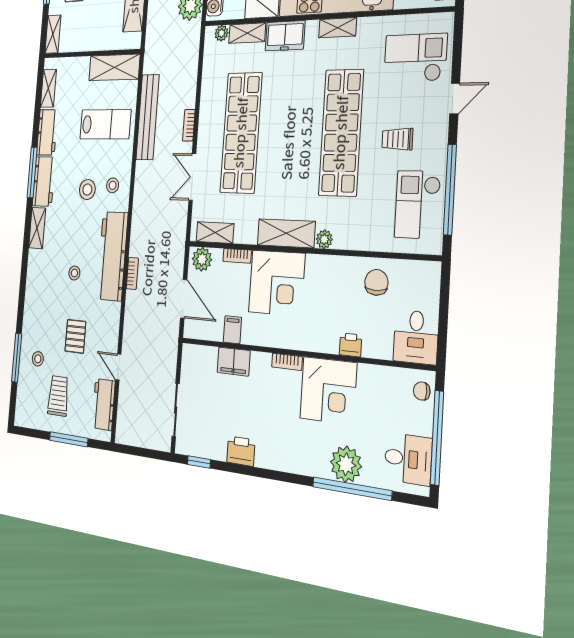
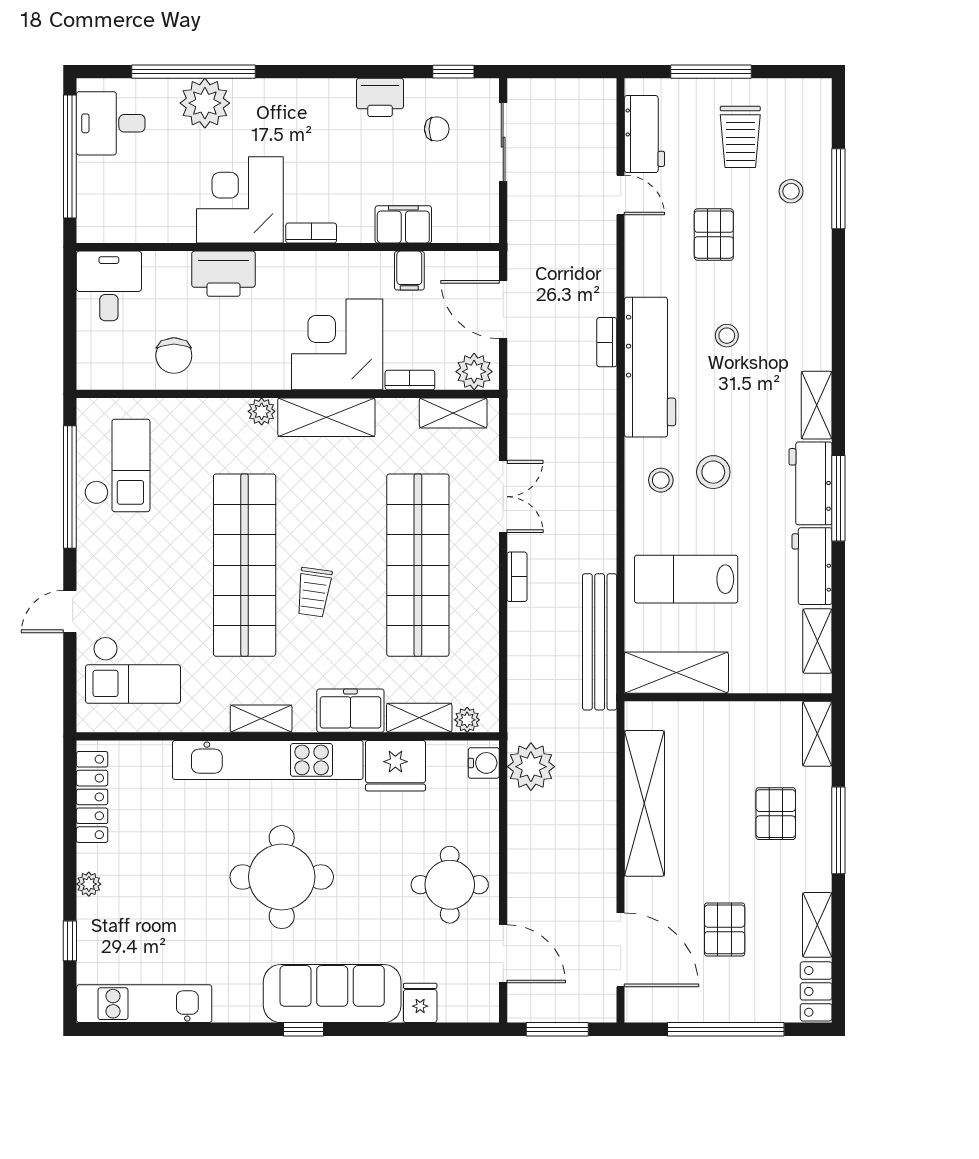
bench: (148, 117) -> (600, 642), moved
trolley: (397, 139) -> (314, 592), moved, turned 98
printer: (351, 345) -> (223, 274), width x1.87, depth x1.48
chair: (422, 391) -> (437, 129), moved

